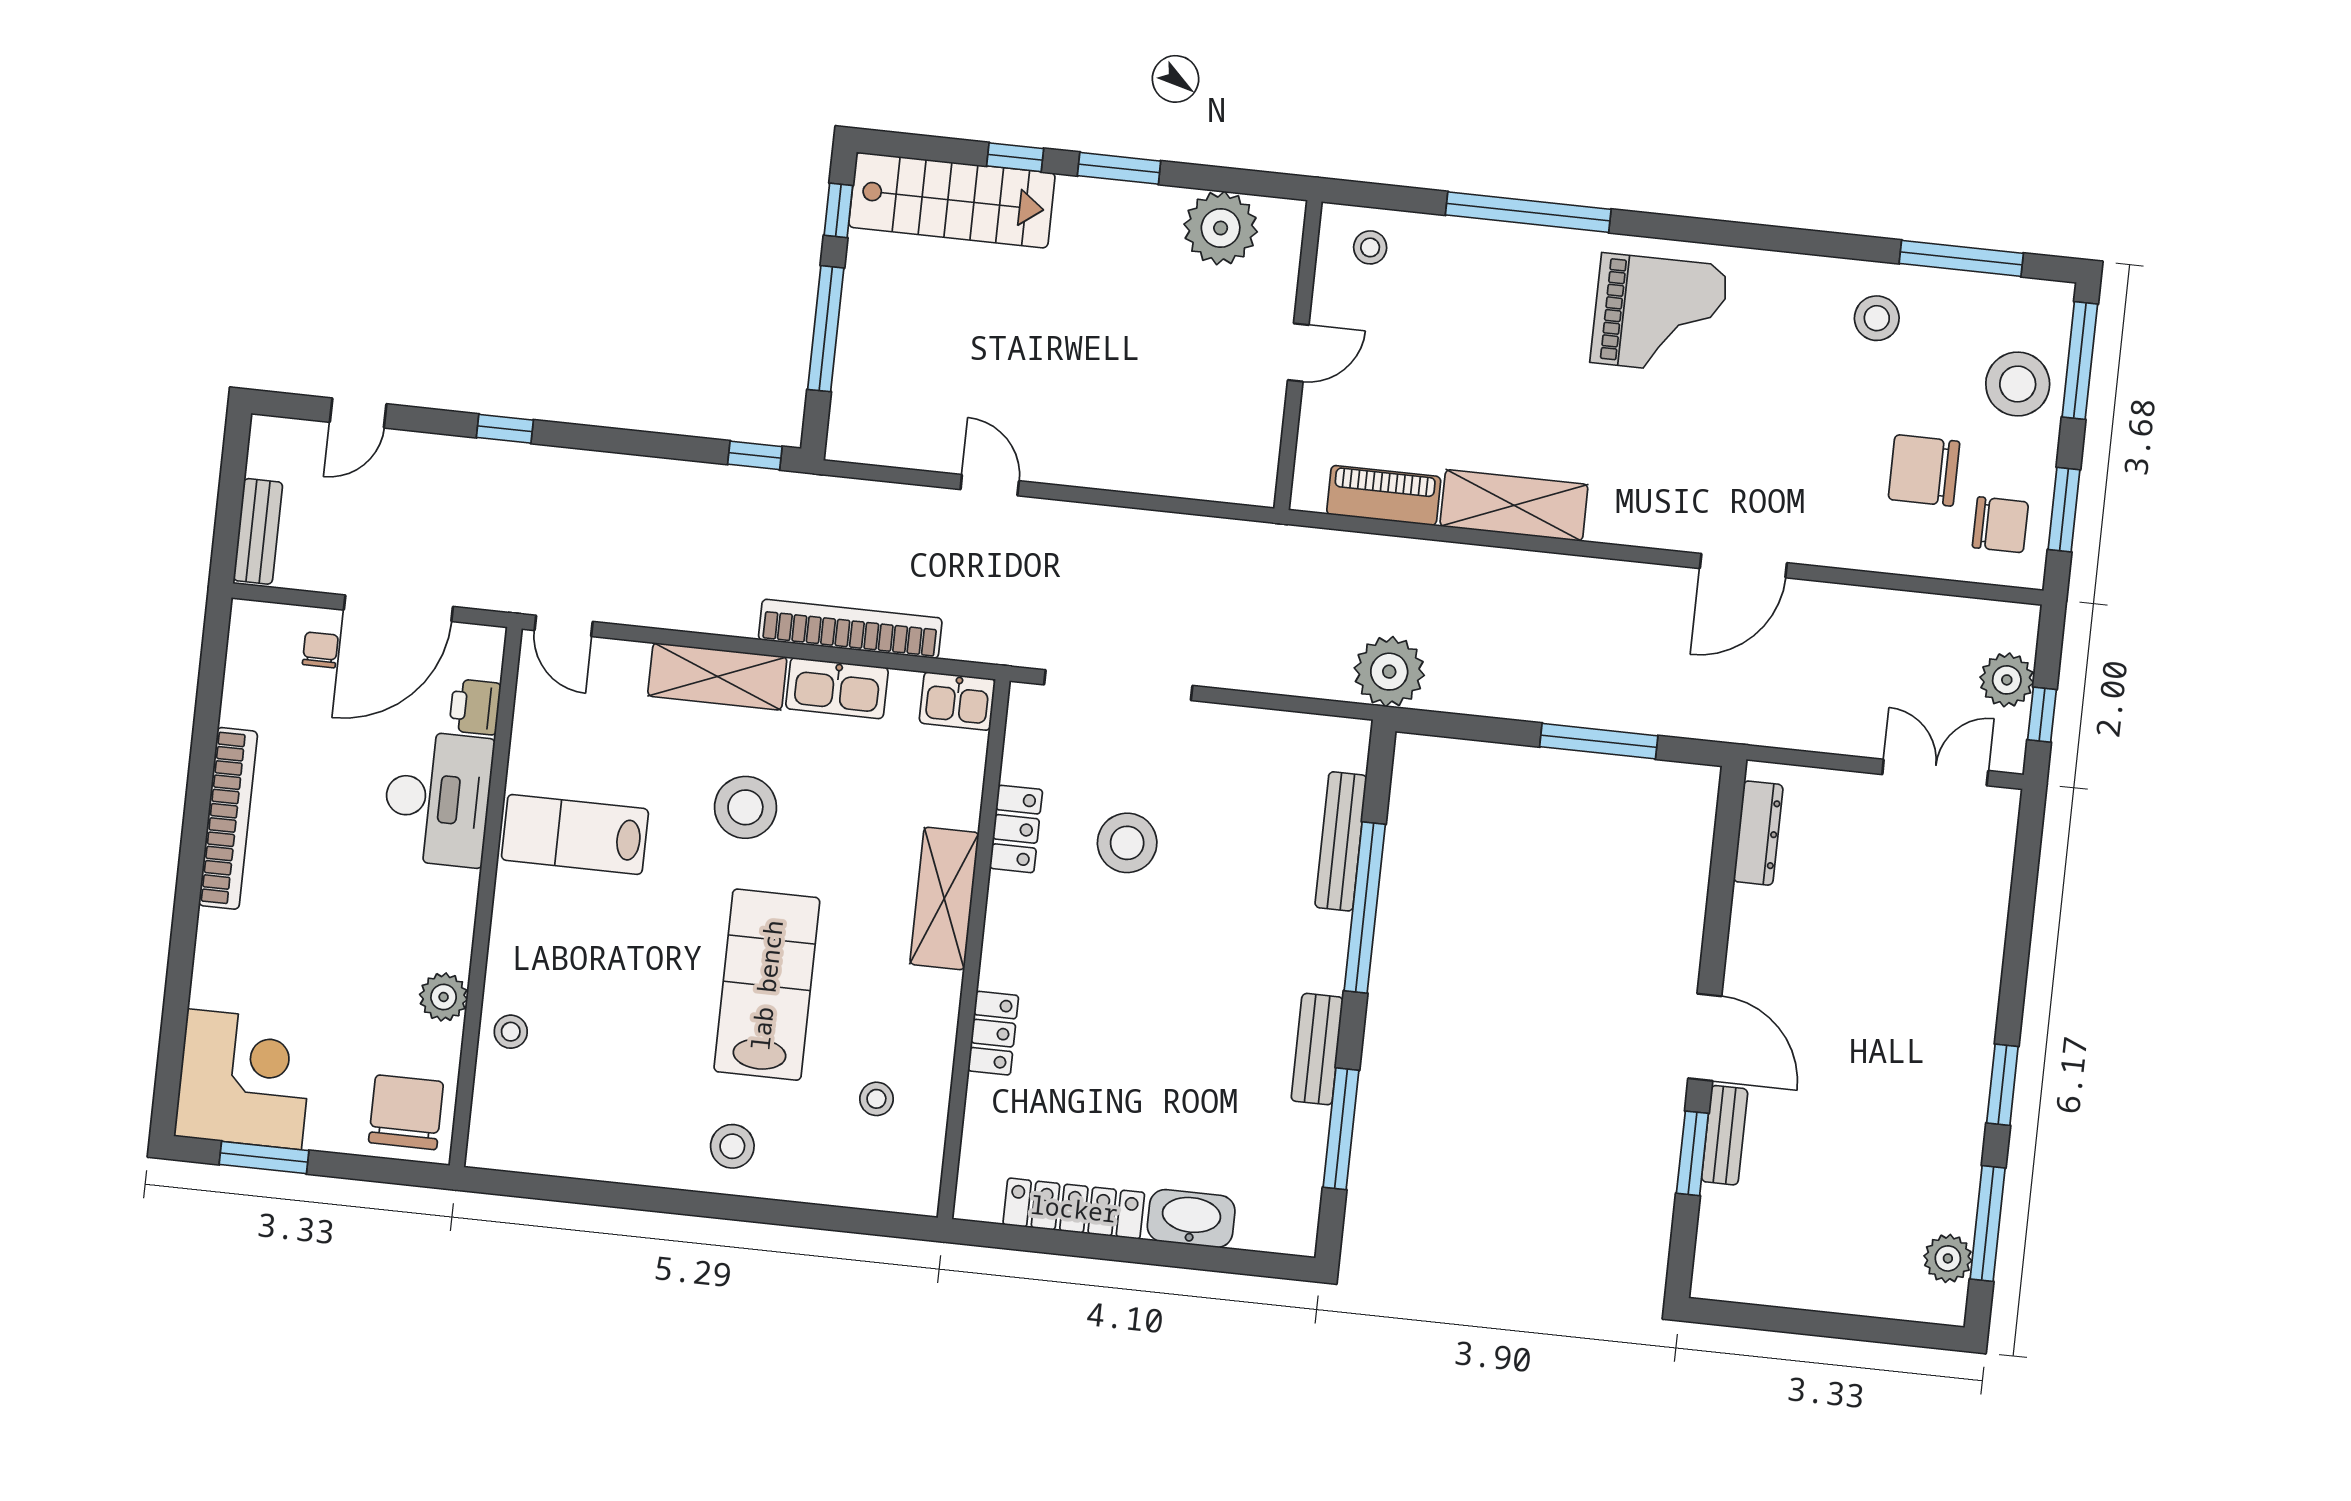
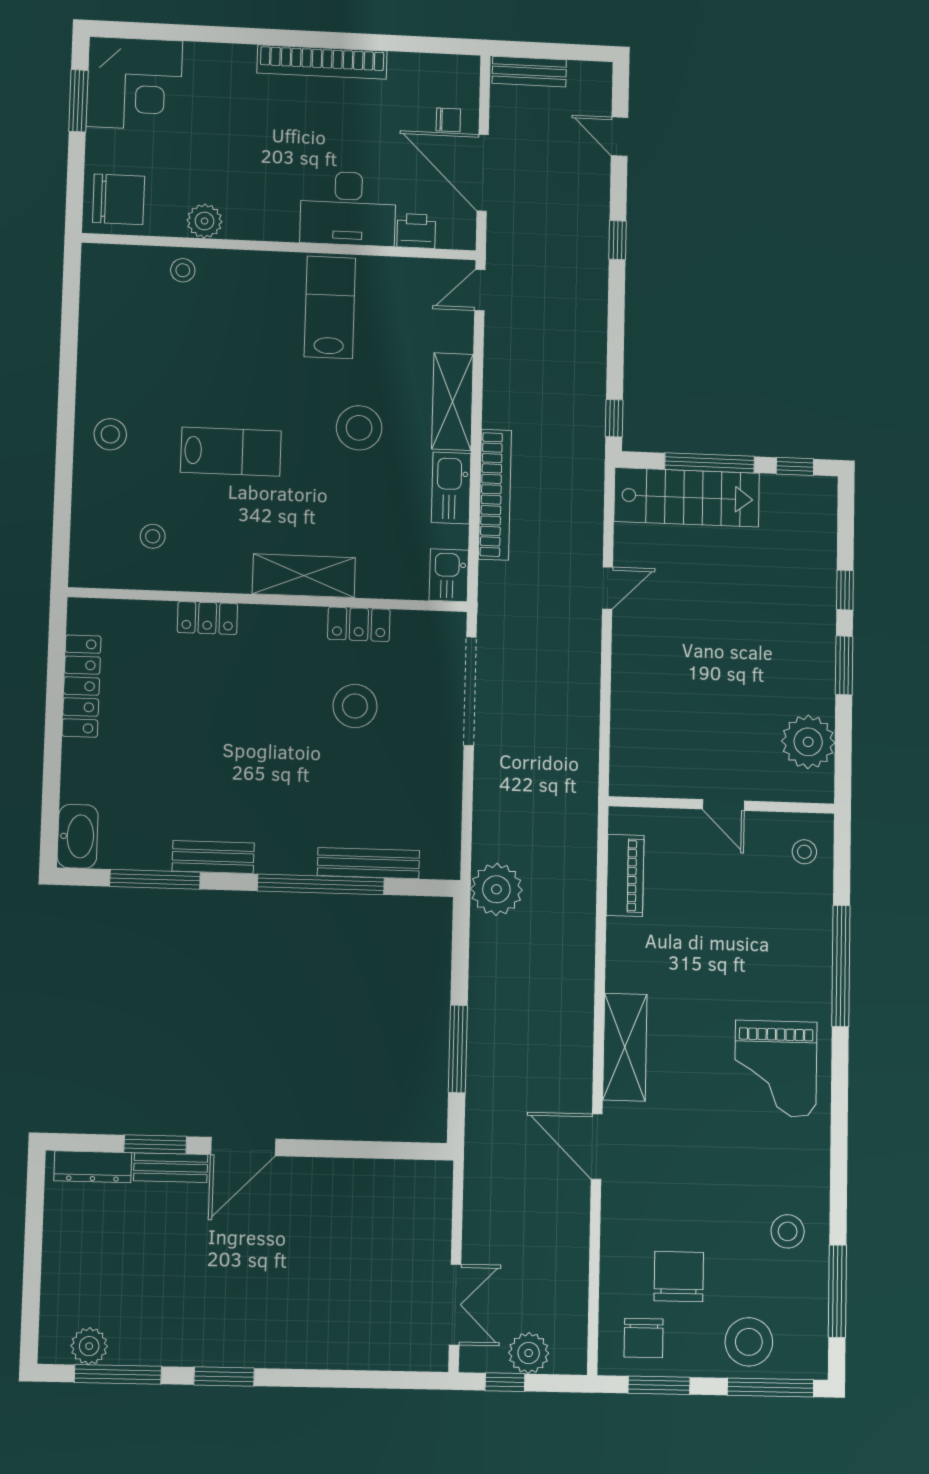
stairs: (952, 200) -> (687, 497), moved, turned -90
shelving: (1514, 505) -> (625, 1047), moved
dresser: (1758, 833) -> (93, 1167), moved
lab bench: (767, 985) -> (231, 452), width x0.73, depth x0.72
washbasin: (1191, 1219) -> (78, 836), moved

